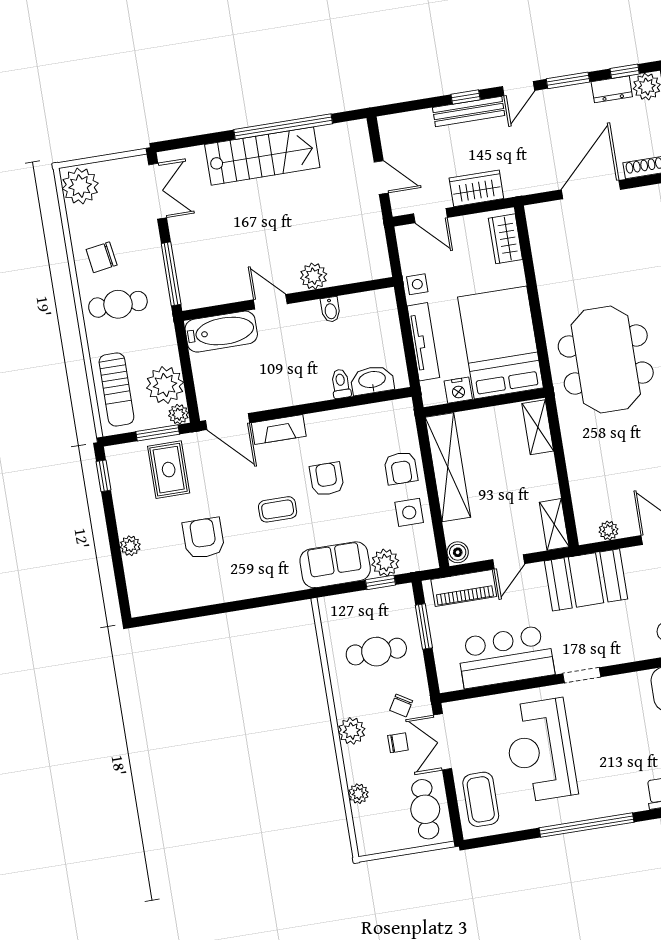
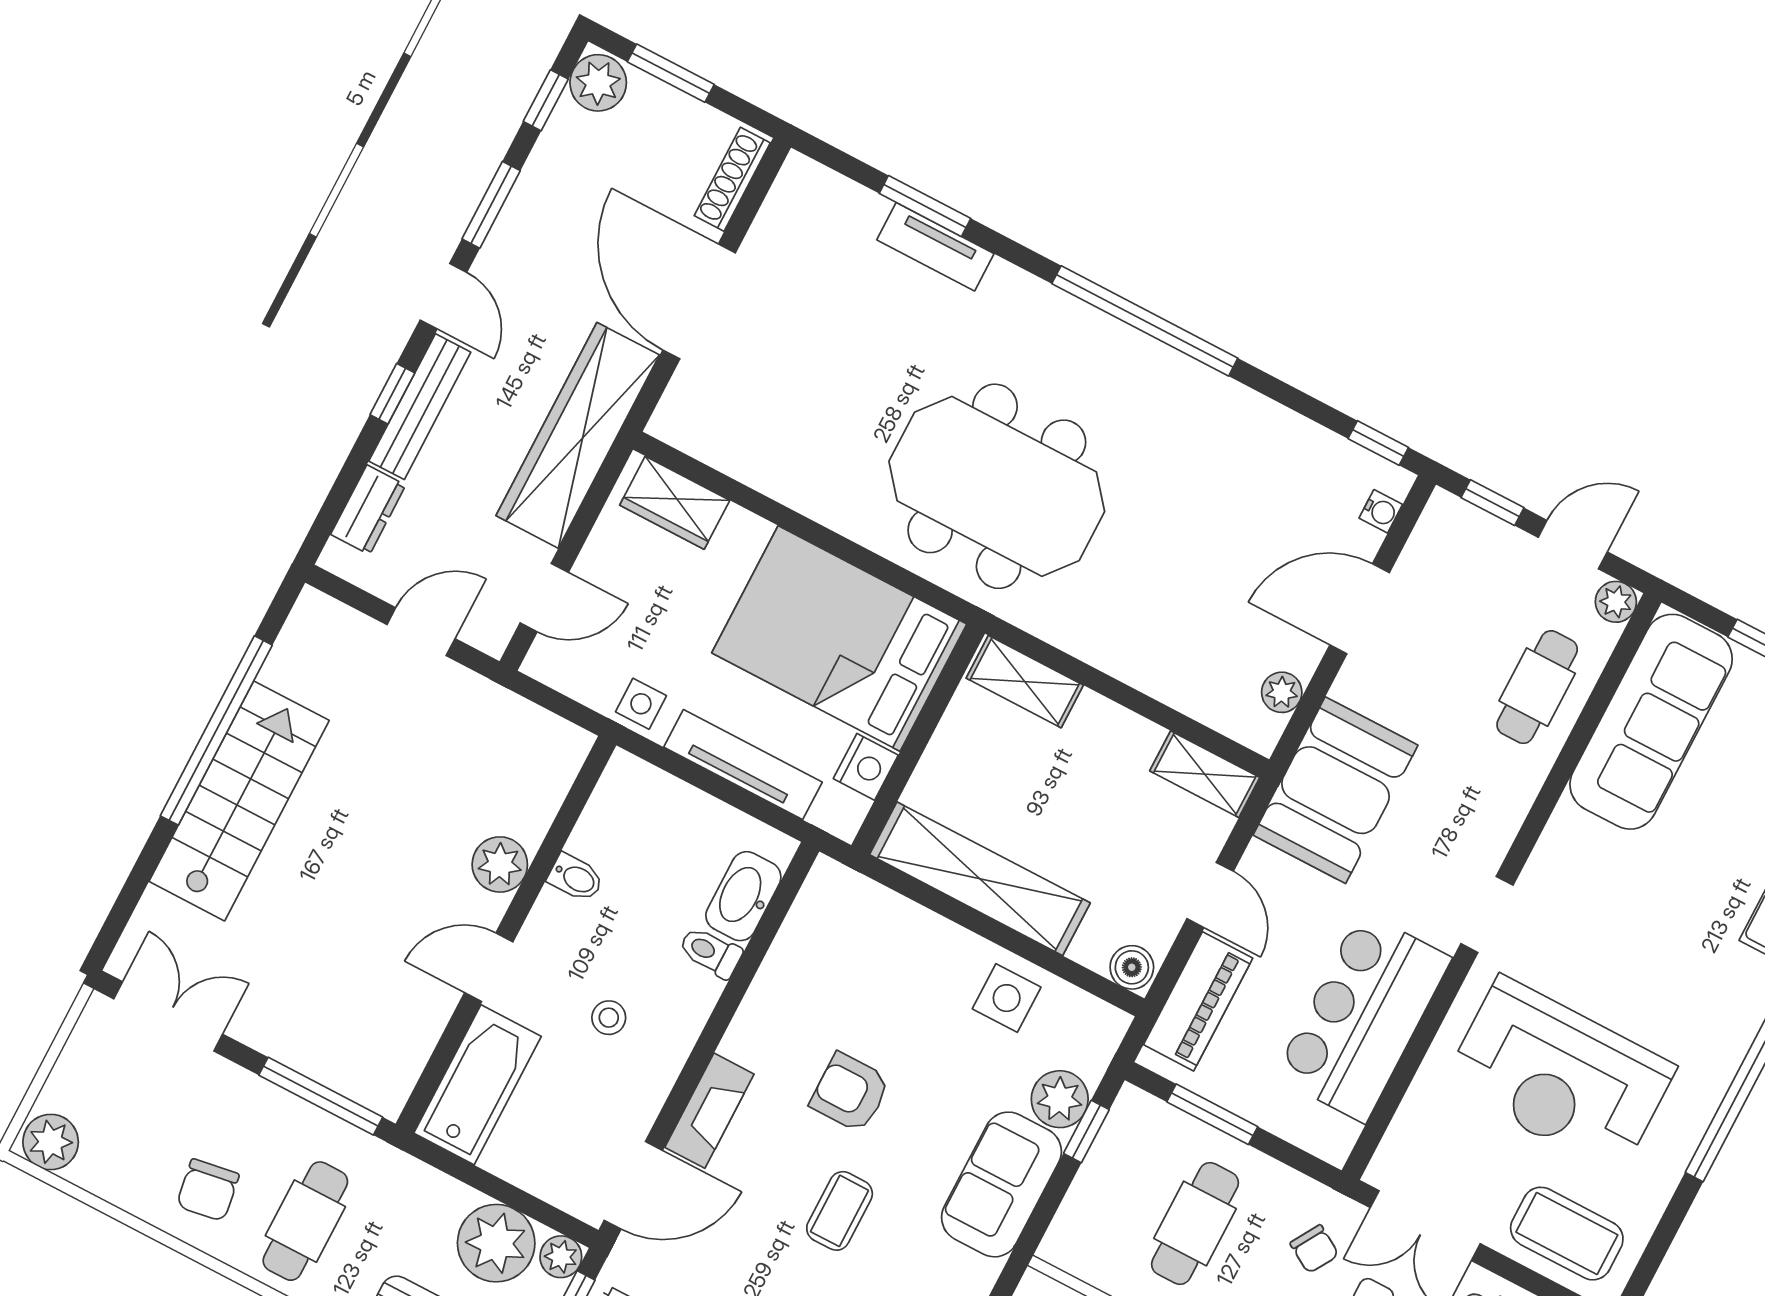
dresser: (612, 89) -> (368, 510), moved
plant: (80, 186) -> (51, 1142), width x0.73, depth x0.73
wardrobe: (476, 188) -> (578, 435), width x2.10, depth x1.17
stool: (286, 363) -> (609, 1018), added
armchair: (401, 468) -> (923, 957), removed

